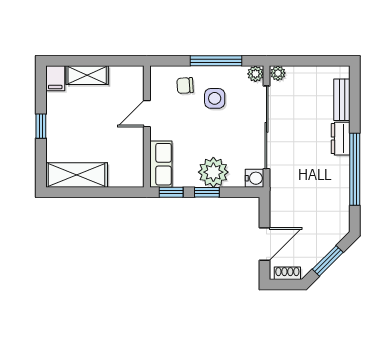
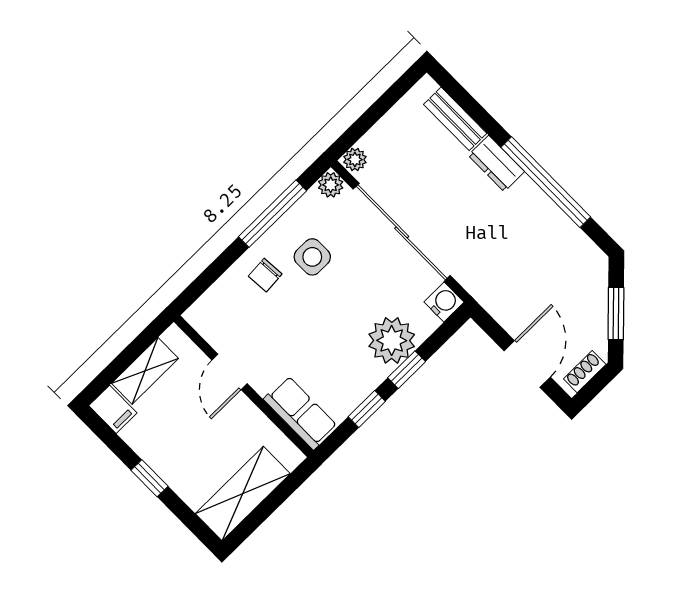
door: (147, 114) -> (230, 372), moved
wall: (147, 127) -> (244, 386), moved
row of seats: (161, 164) -> (301, 413), moved

